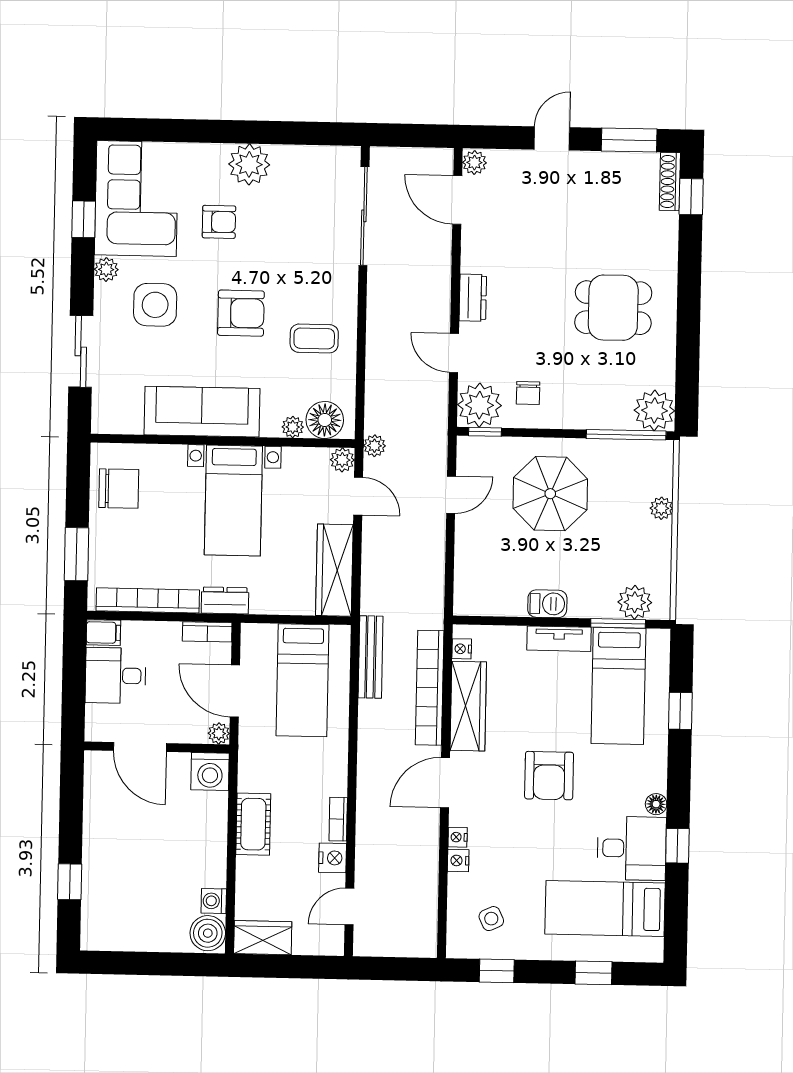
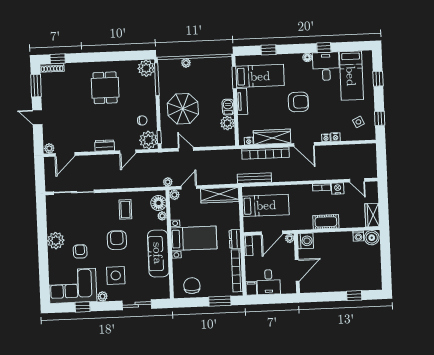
plant: (635, 602) -> (227, 123), moved

